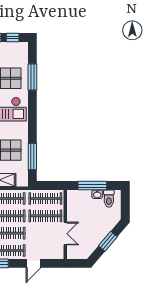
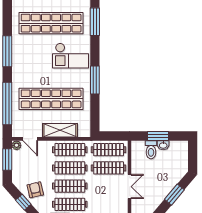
window: (32, 157) -> (95, 80), moved
window: (92, 186) -> (158, 136), width x0.69
toilet: (109, 199) -> (151, 150), moved

